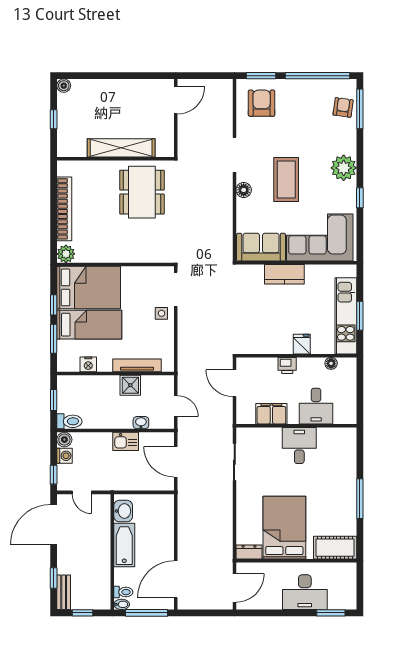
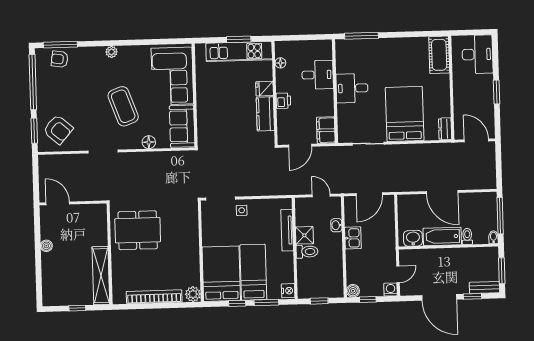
boiler: (64, 86) -> (46, 246), moved
armchair: (262, 103) -> (58, 129), turned -139
shelving: (121, 148) -> (101, 276), moved
plant: (344, 168) -> (112, 52), width x0.53, depth x0.53
coffee table: (286, 179) -> (123, 106), turned 70
floor lamp: (244, 190) -> (149, 142), moved
window: (360, 198) -> (137, 42), removed
kitchen counter: (284, 274) -> (265, 114), moved, turned 180
nightstand: (88, 364) -> (288, 291), moved
door: (176, 406) -> (321, 196), hinge flipped
filing cabinet: (271, 414) -> (326, 130), moved
toilet: (69, 421) -> (307, 252), moved, turned 90
washing machine: (65, 456) -> (391, 290), moved
window: (54, 475) -> (368, 299), moved
window: (360, 499) -> (362, 36), moved
door: (54, 525) -> (439, 297), moved
bed: (284, 528) -> (405, 114), moved, turned 90
door: (176, 579) -> (442, 192), moved
toilet: (123, 592) -> (467, 236), moved
desk: (305, 592) -> (477, 54), moved
window: (82, 613) -> (502, 271), width x1.50
window: (331, 613) -> (496, 92), moved

